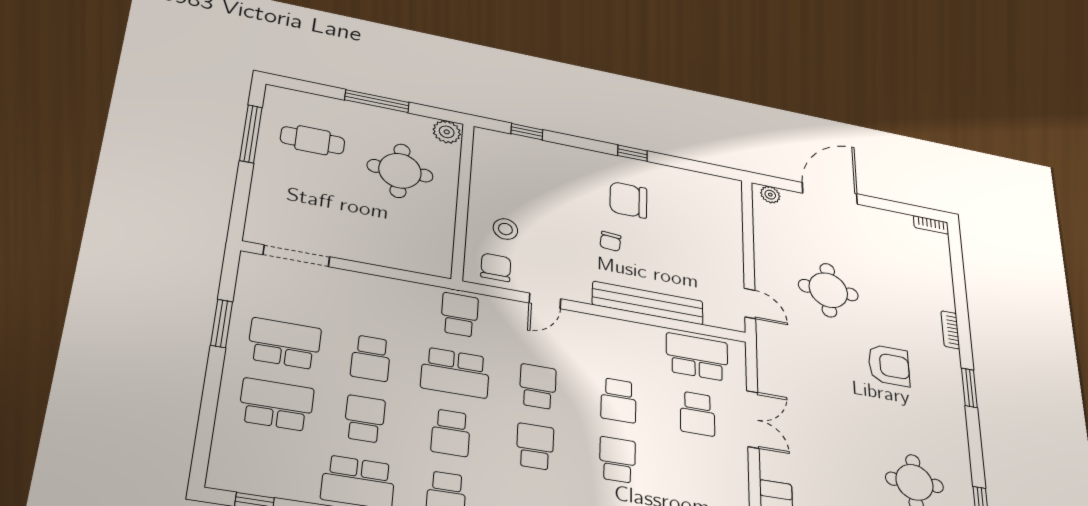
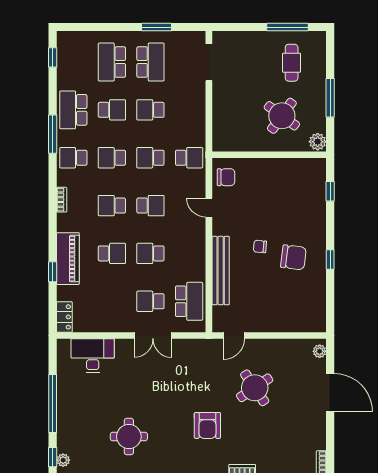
round table: (400, 171) -> (282, 116), turned 36
chair: (628, 200) -> (293, 257), turned 97
stool: (505, 229) -> (254, 182), removed
round table: (828, 290) -> (255, 388), turned -34
school desk: (455, 373) -> (150, 158), width x0.54
school desk: (276, 405) -> (112, 62), turned 180
school desk: (535, 446) -> (112, 206), turned 180

